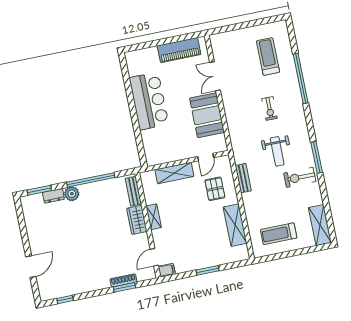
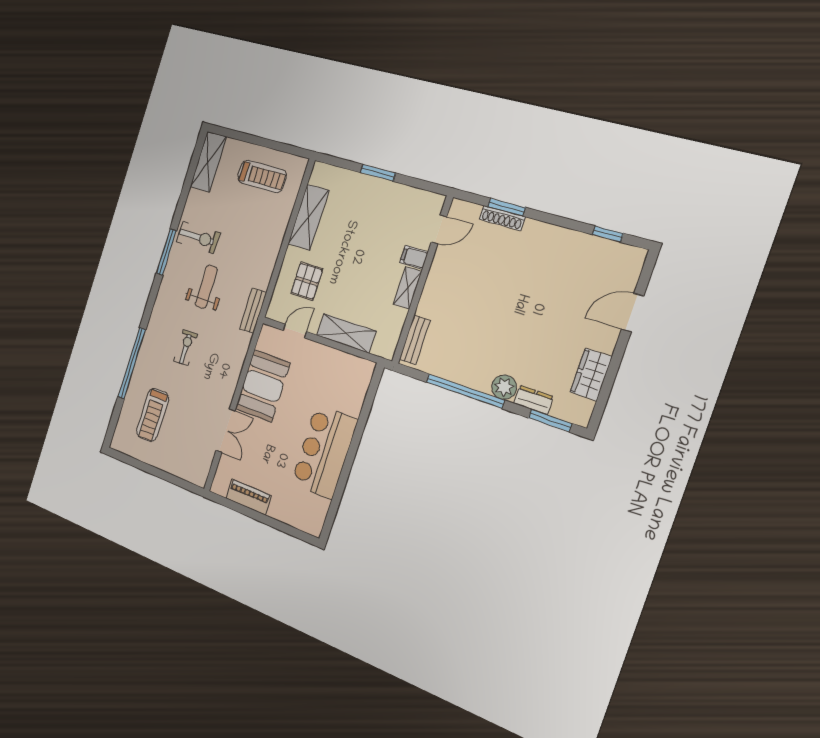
piano: (179, 50) -> (248, 497), width x0.73, depth x0.75
bench: (243, 178) -> (253, 311), moved
wardrobe: (137, 220) -> (591, 375), moved, turned 180
filing cabinet: (167, 270) -> (414, 257), moved

